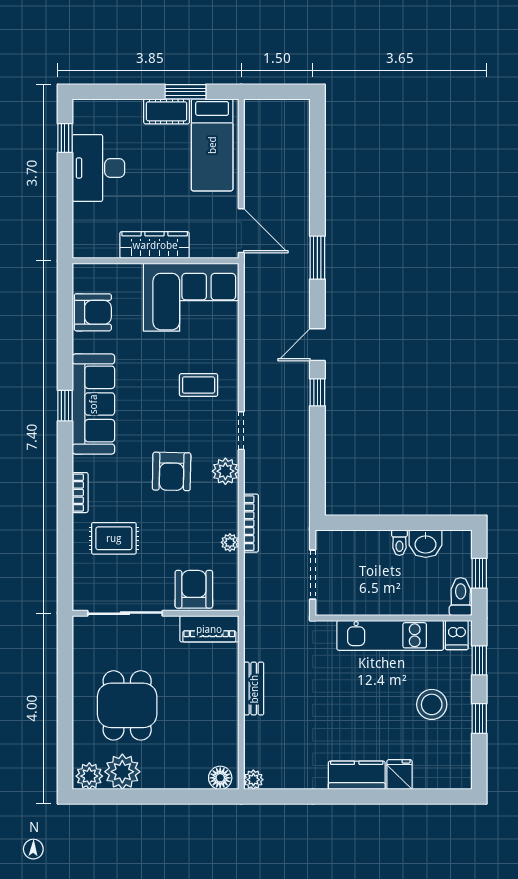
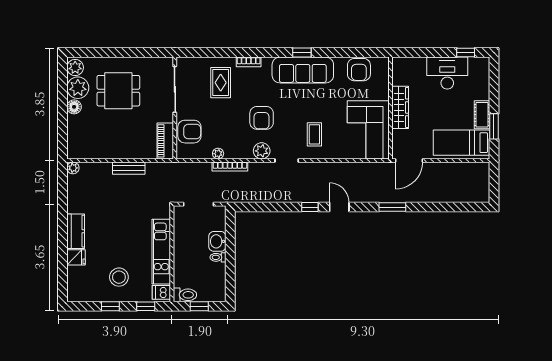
armchair: (172, 471) -> (262, 118), turned -91
washbasin: (426, 544) -> (217, 241), moved
floor lamp: (220, 778) -> (74, 107), moved

